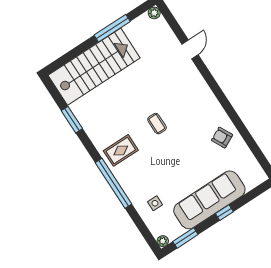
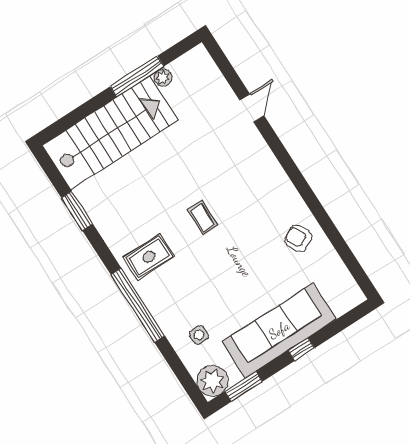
plant: (154, 13) -> (163, 77), moved
plant: (163, 241) -> (212, 381), width x1.87, depth x1.87

